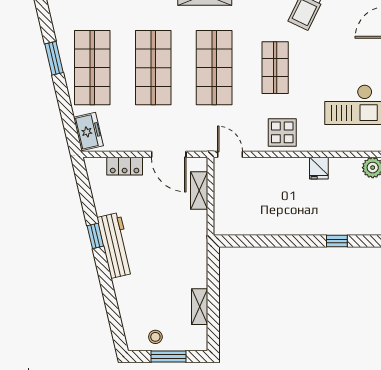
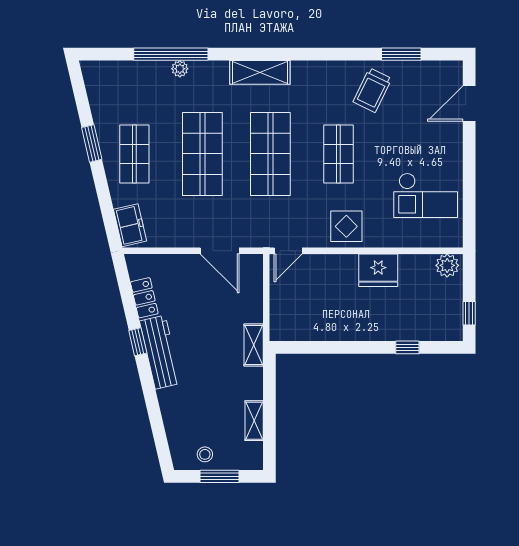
shop shelf: (92, 68) -> (134, 154), width x0.70, depth x0.74
door: (230, 154) -> (288, 251), swing flipped
locker: (125, 166) -> (144, 298), moved, turned -103
fridge: (319, 168) -> (378, 270), width x1.88, depth x1.34
shelving: (199, 190) -> (254, 345), moved

